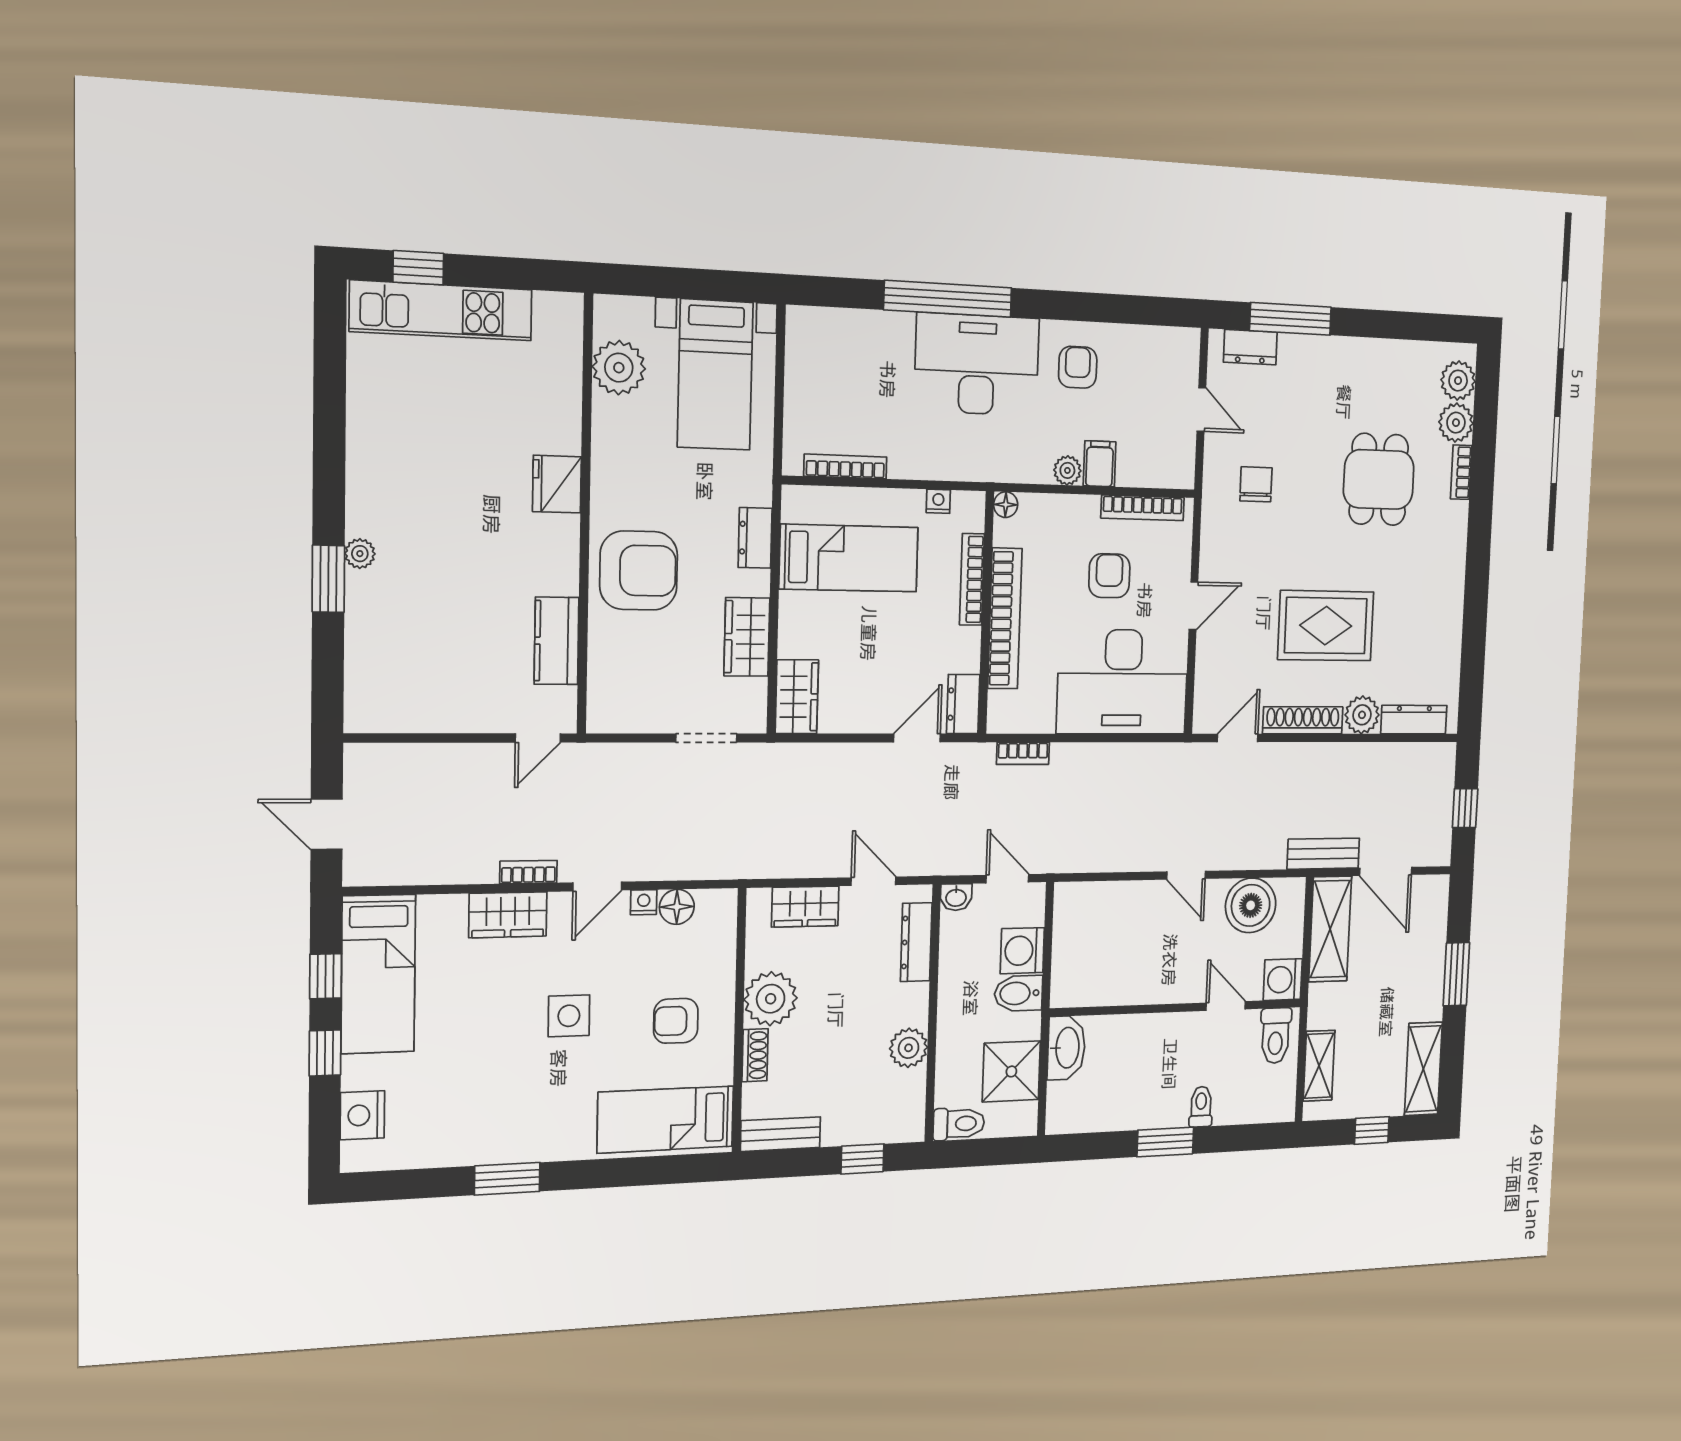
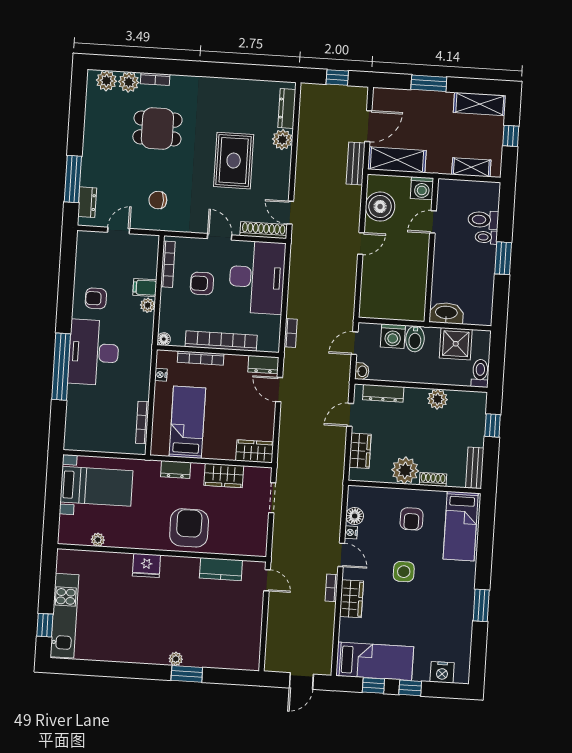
plant: (619, 368) -> (98, 540), width x0.53, depth x0.53
shoe rack: (1303, 720) -> (264, 230), moved, turned 90
toilet: (1276, 1036) -> (483, 220), moved, turned 180

